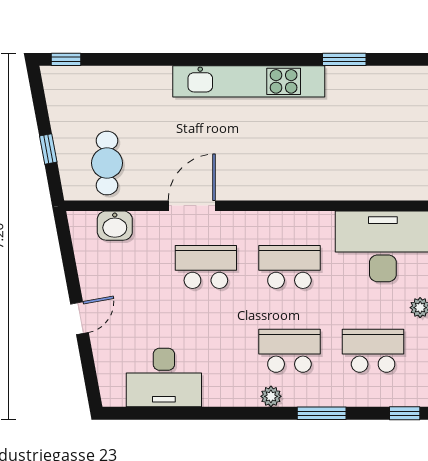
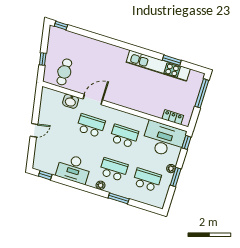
kitchen unit: (249, 81) -> (158, 66), moved
locker: (387, 189) -> (173, 117), added
washbasin: (115, 226) -> (71, 101), moved
desk: (164, 377) -> (74, 169), moved
window: (405, 413) -> (45, 175), moved

